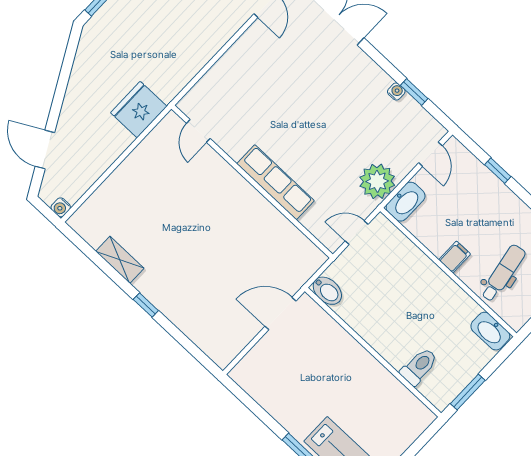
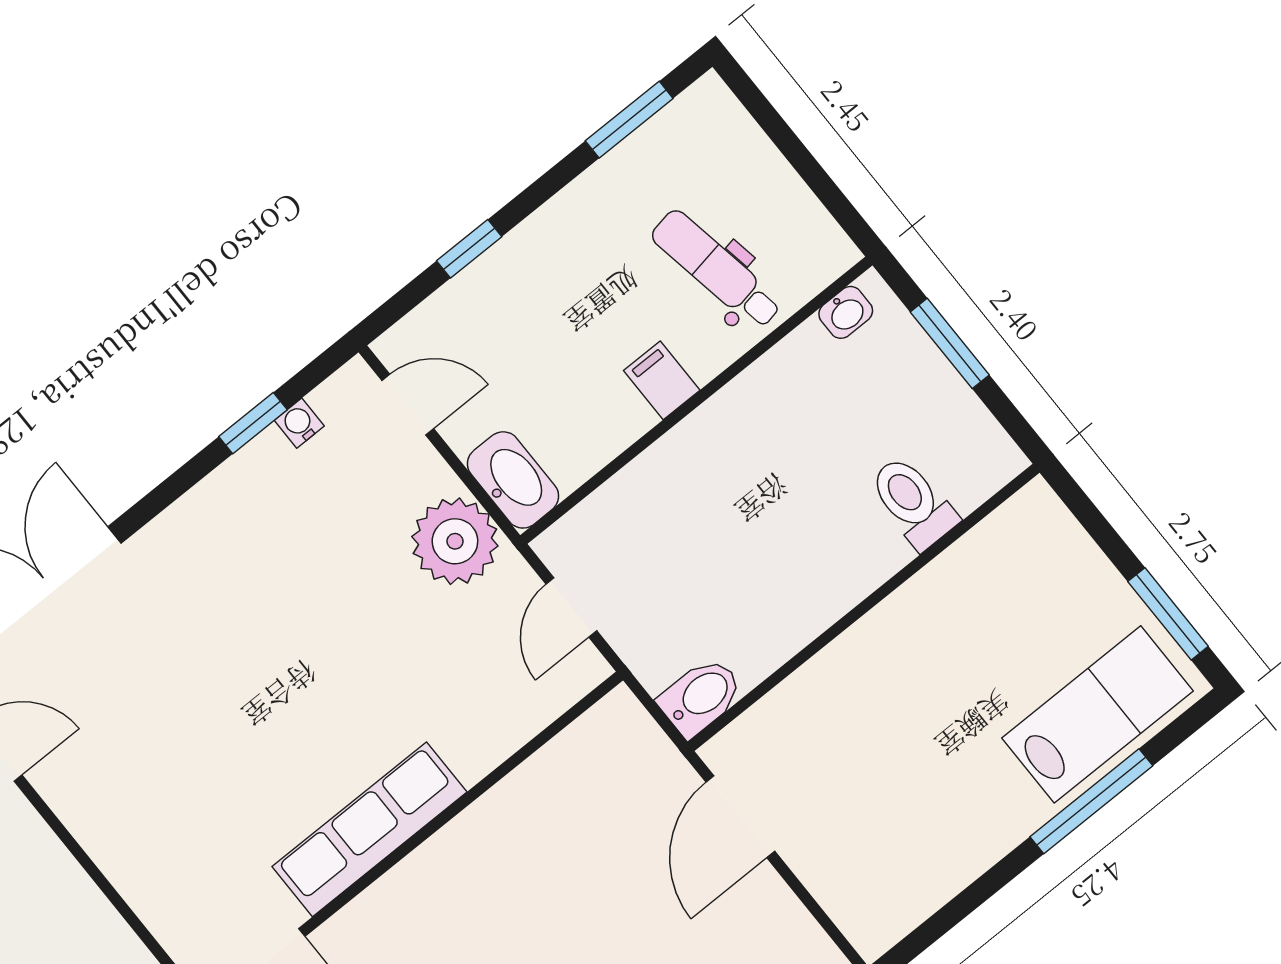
water cooler: (396, 91) -> (299, 423), moved
row of seats: (275, 182) -> (370, 829), moved
washbasin: (490, 331) -> (846, 312), width x0.52, depth x0.69
window: (468, 392) -> (950, 343), moved

